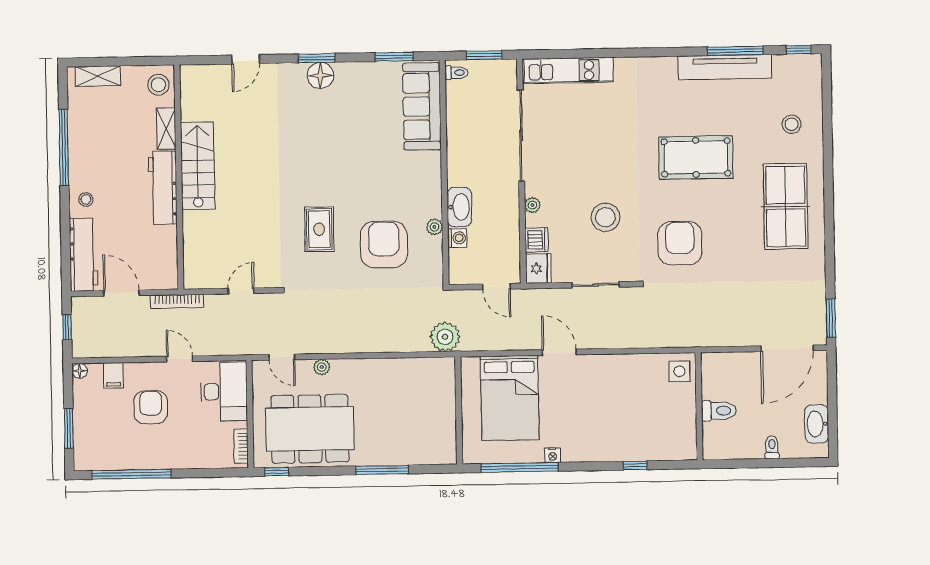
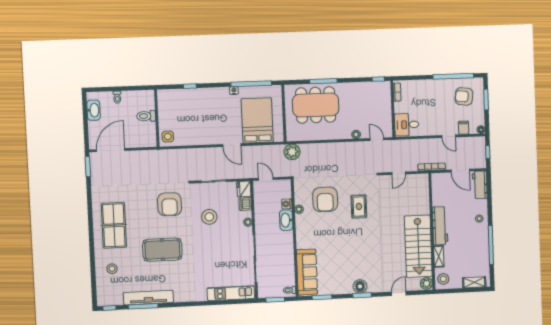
plant: (191, 77) -> (427, 283), added
stairs: (198, 166) -> (418, 246), width x1.36, depth x1.51
workbench: (84, 255) -> (480, 185), width x0.73
door: (180, 359) -> (449, 136), moved
desk: (224, 392) -> (407, 125), width x0.73
armchair: (151, 407) -> (464, 96), moved, turned 97
dining table: (310, 429) -> (316, 105), moved

